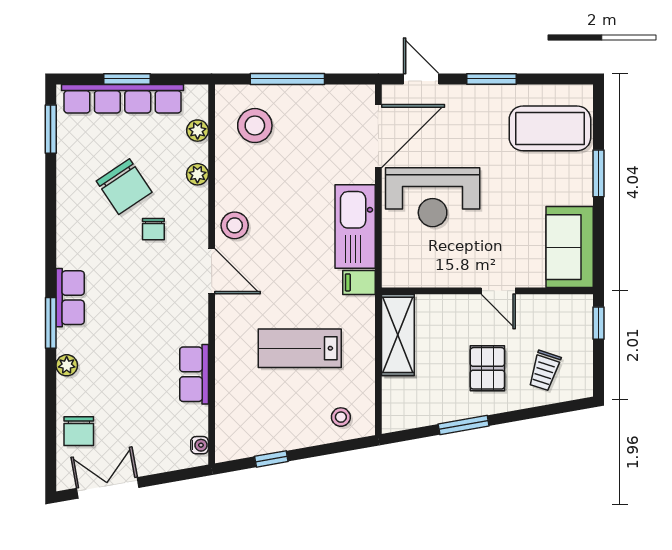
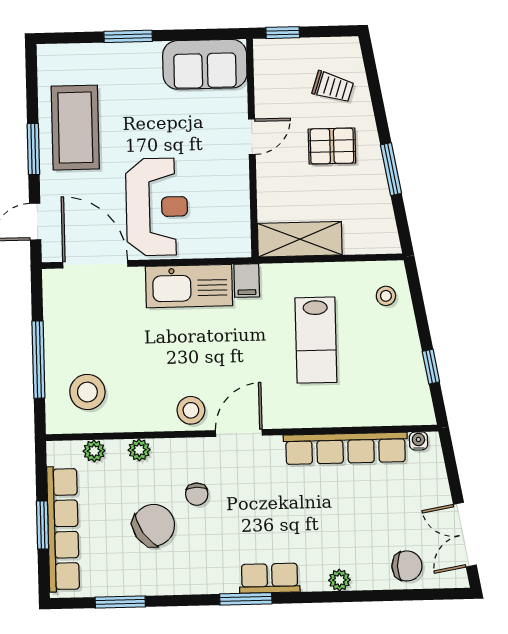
coffee table: (550, 128) -> (75, 128), moved
window: (51, 129) -> (120, 602), moved
chair: (153, 229) -> (197, 494), turned 90
window: (51, 323) -> (246, 599), moved
row of seats: (194, 374) -> (345, 448), width x2.02

